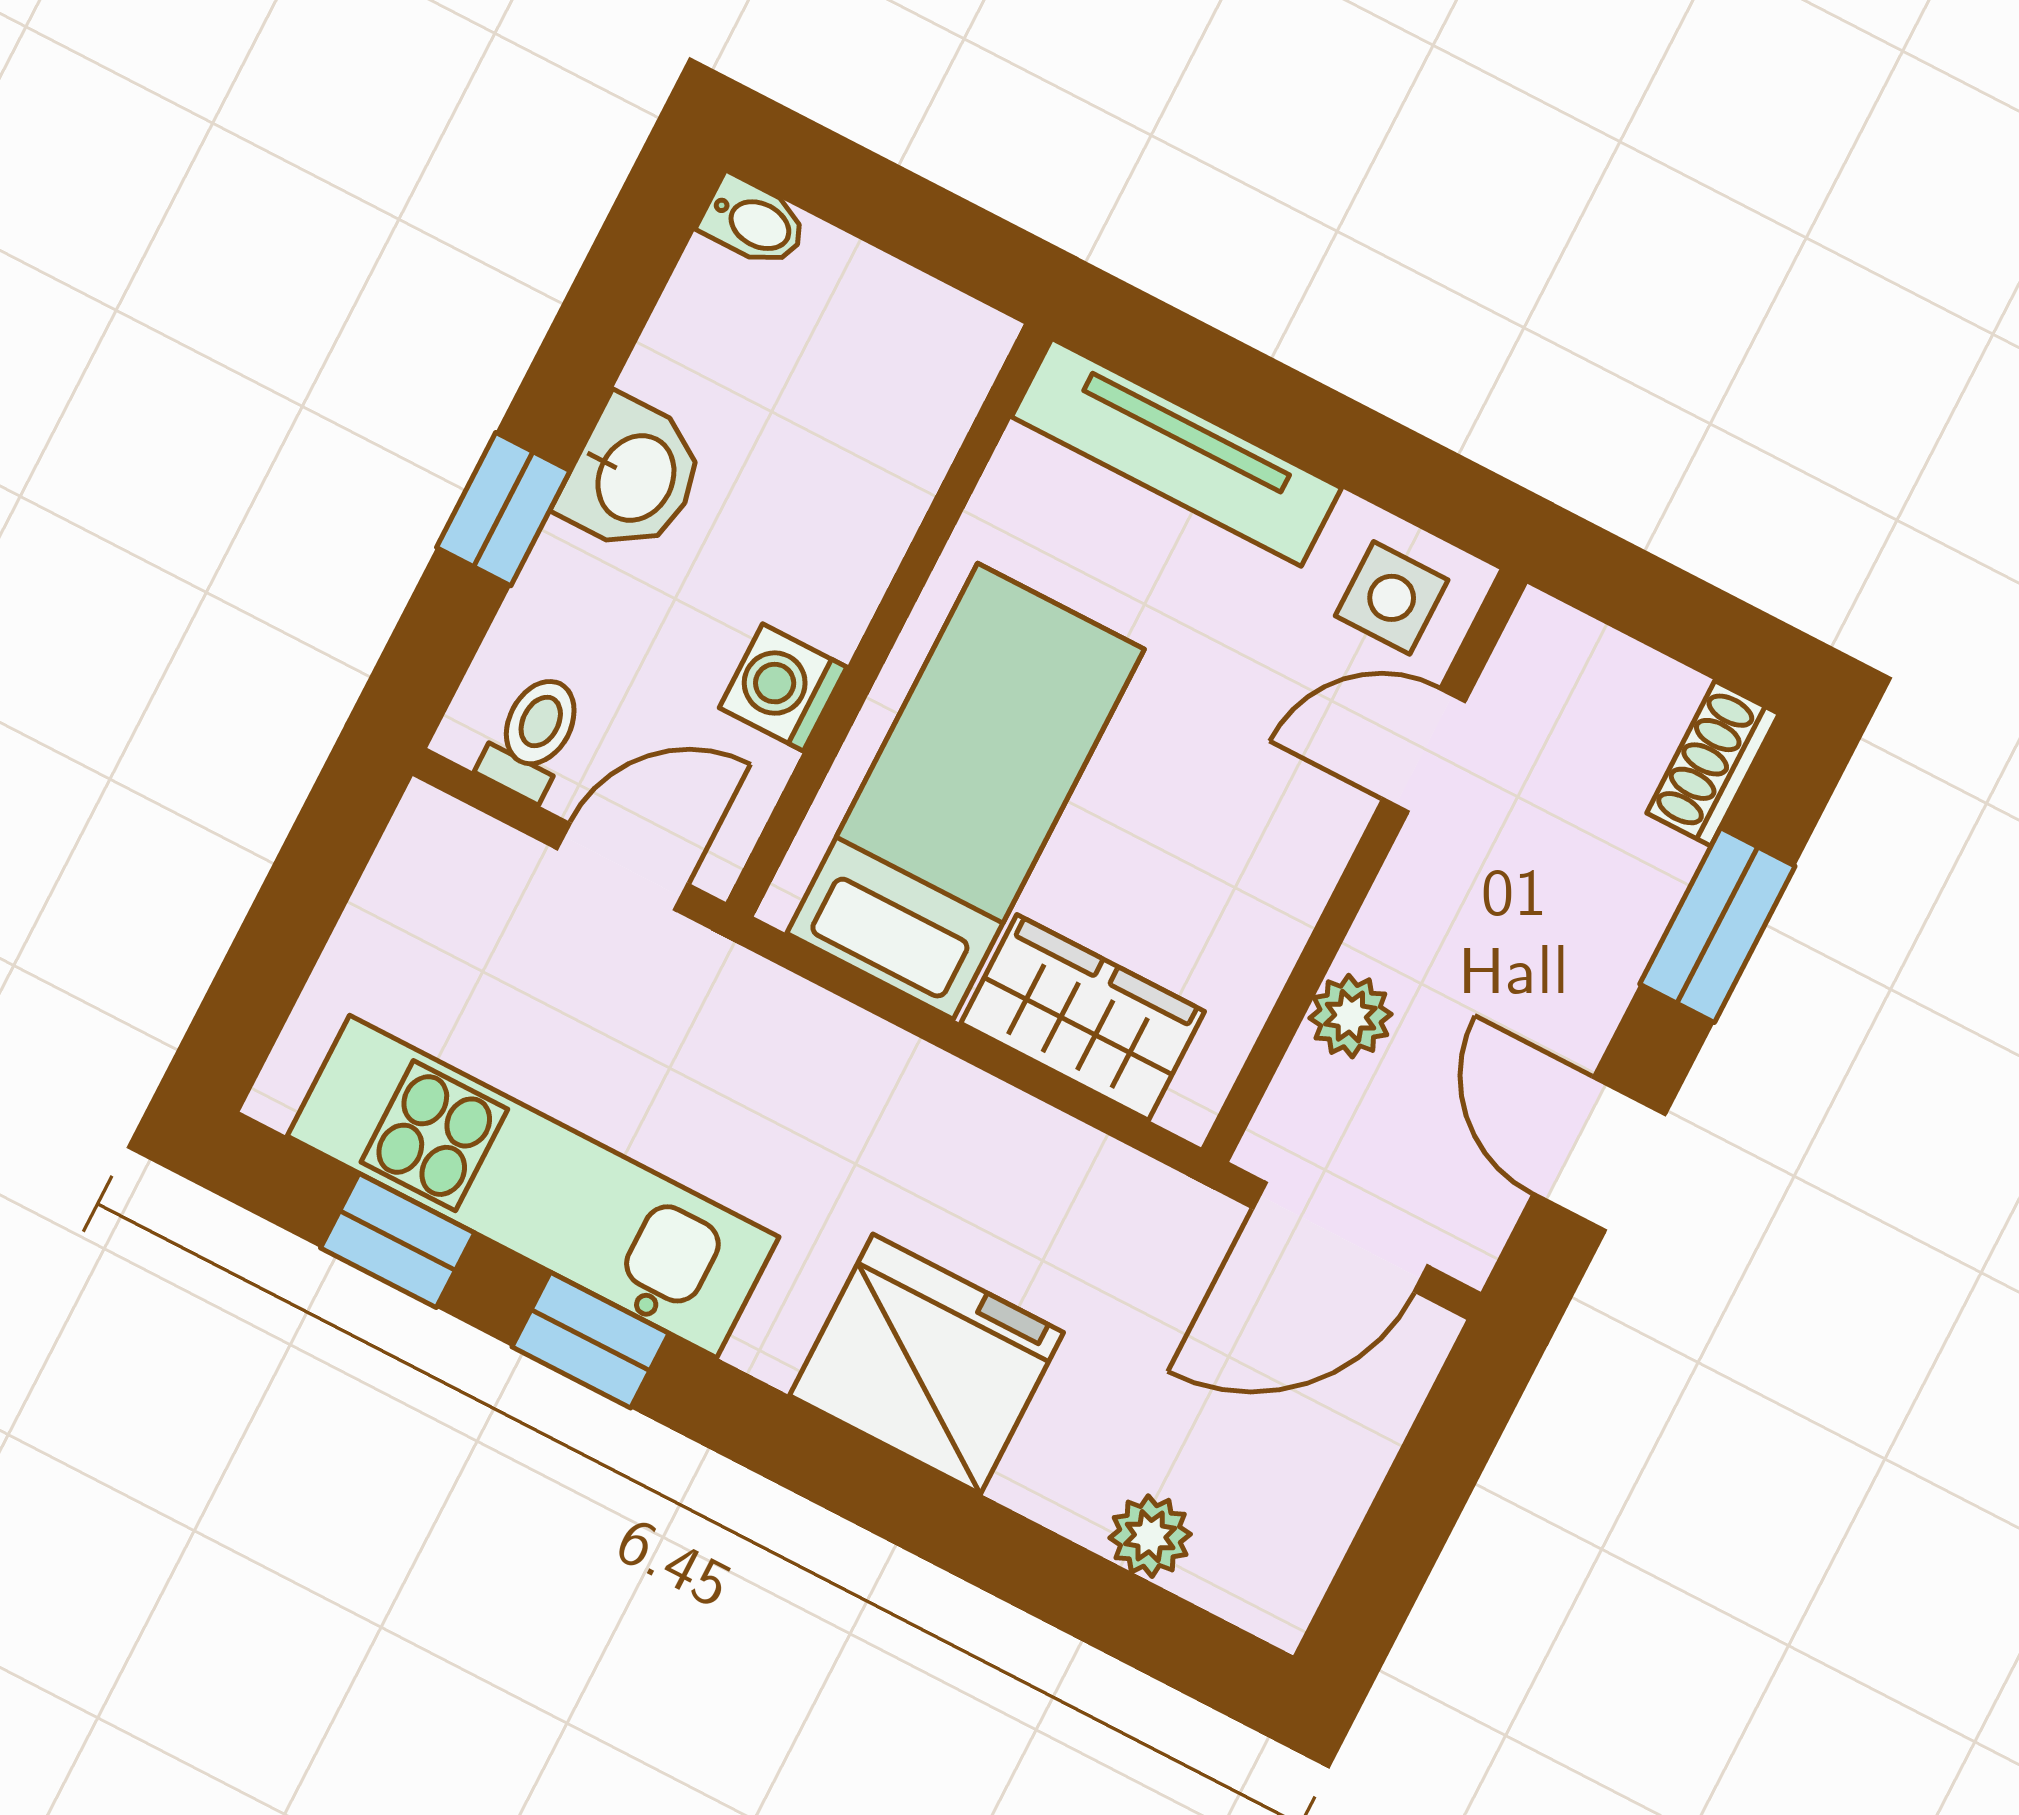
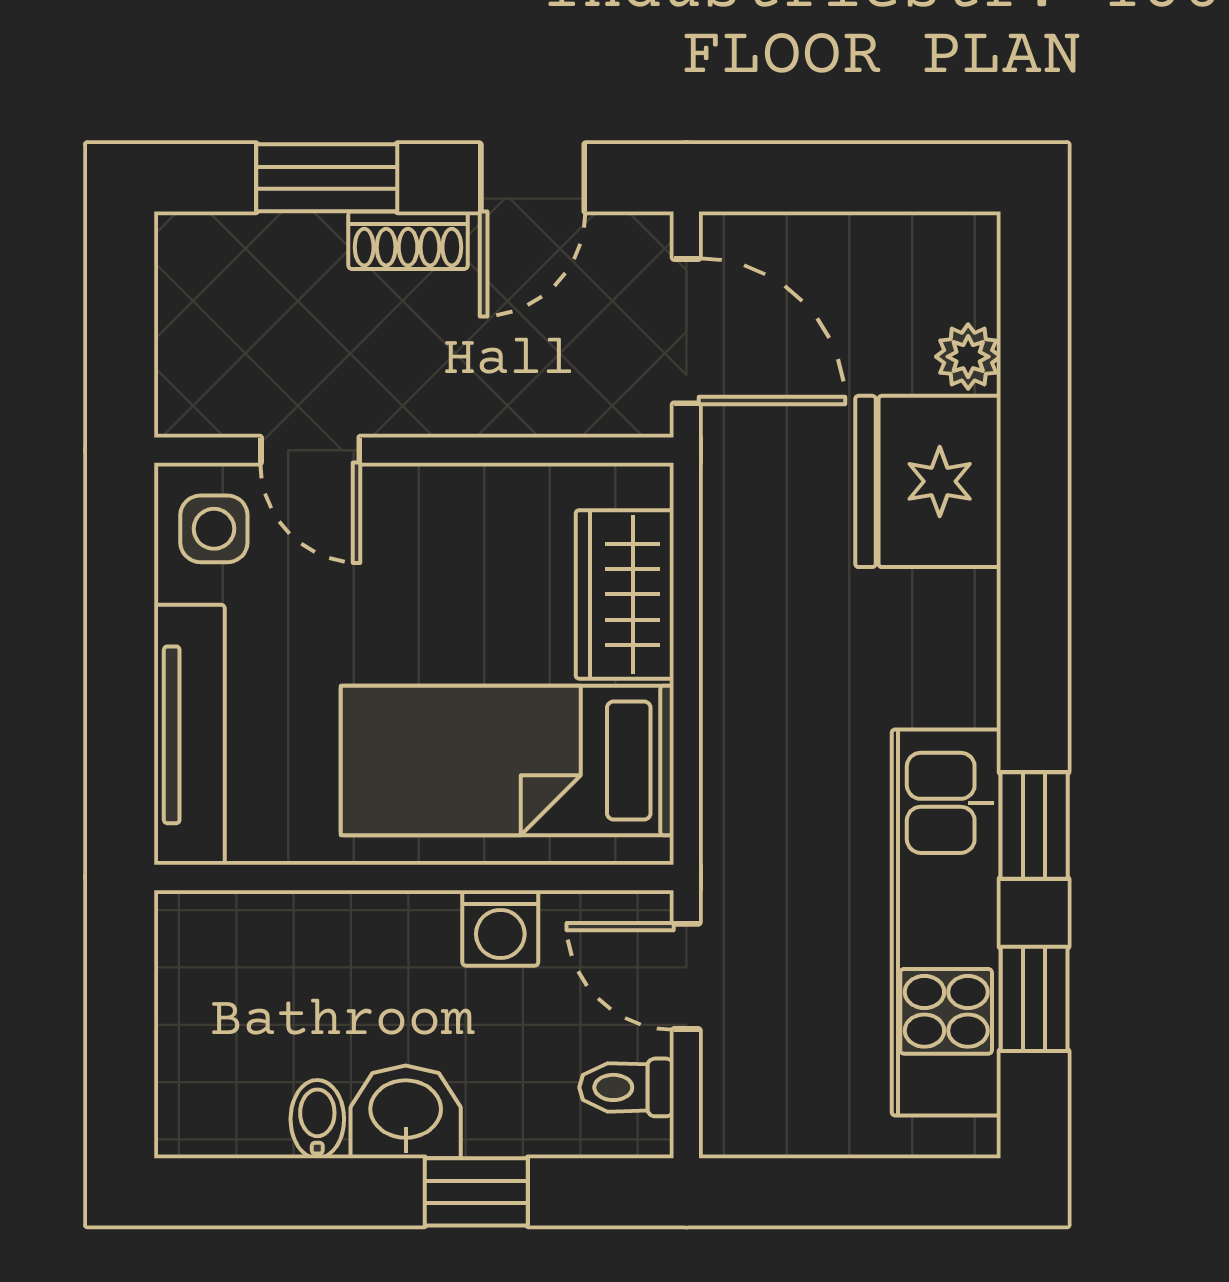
bidet: (754, 222) -> (317, 1119), moved
shoe rack: (1713, 763) -> (408, 240), moved
plant: (1350, 1016) -> (526, 405), removed
fridge: (927, 1364) -> (928, 481), moved

